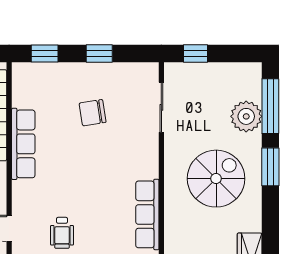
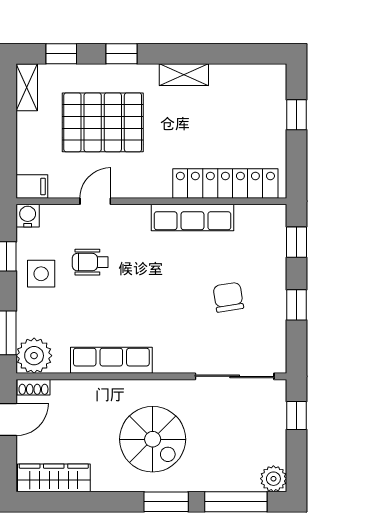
sliding door: (161, 107) -> (235, 376), width x1.37
plant: (246, 116) -> (273, 479), moved, width x0.73, depth x0.73

